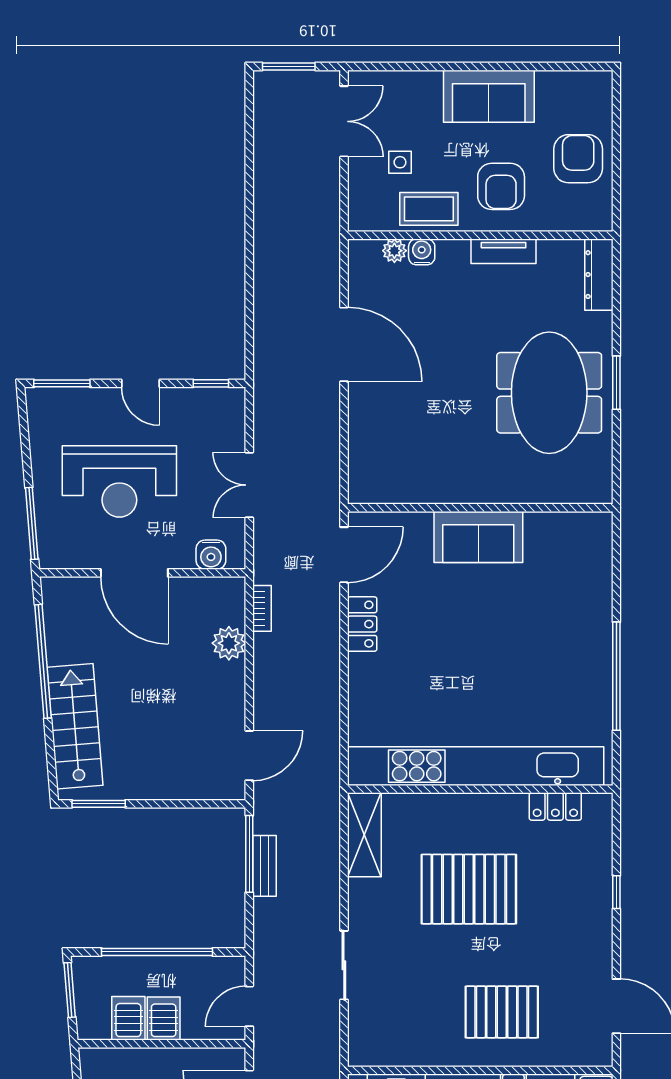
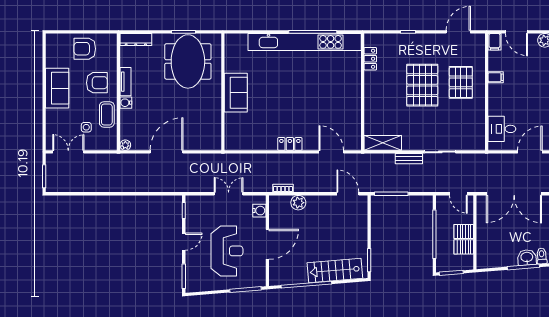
plant: (394, 251) -> (125, 145), moved
water cooler: (422, 252) -> (126, 103), moved
meeting table: (549, 393) -> (188, 61), turned 90
double door: (249, 485) -> (229, 194), swing flipped
wall: (480, 508) -> (223, 92), moved
sofa: (478, 537) -> (236, 93), moved
door: (344, 555) -> (331, 152), moved
kitchen unit: (476, 766) -> (305, 42), moved, turned -90
bench: (264, 866) -> (409, 159), moved
pallet: (469, 889) -> (422, 85), moved

